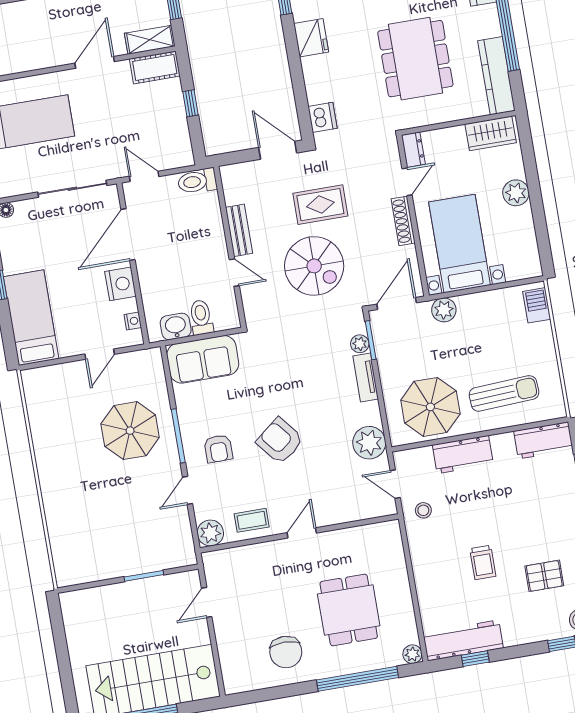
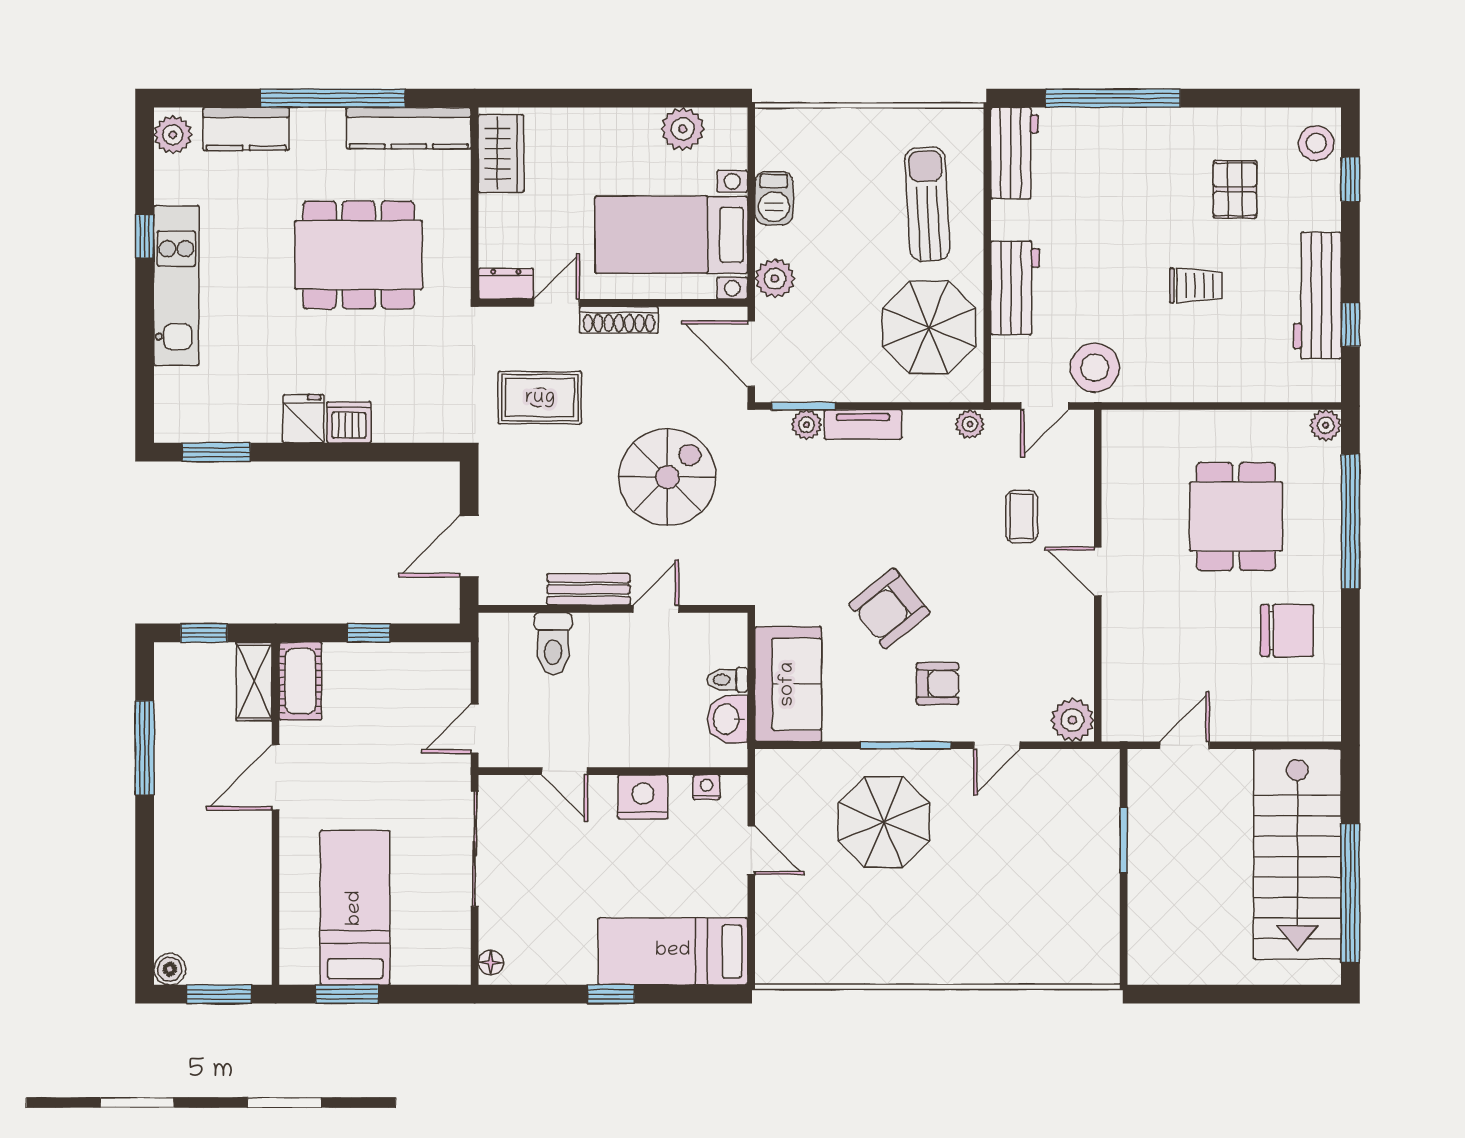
fridge: (311, 38) -> (304, 419), width x0.72
door: (95, 62) -> (276, 777), hinge flipped
dishwasher: (322, 117) -> (349, 422), moved
door: (278, 150) -> (469, 546), moved
toilet: (197, 181) -> (553, 644), moved
door: (407, 182) -> (556, 303), hinge flipped
plant: (516, 193) -> (683, 129), moved
rug: (320, 205) -> (540, 398), moved, turned 90
door: (128, 234) -> (564, 771), width x0.53
barbecue: (537, 305) -> (774, 198), moved, turned -90
toilet: (201, 317) -> (727, 680), width x0.73, depth x0.72
armchair: (280, 441) -> (889, 608), moved
plant: (369, 443) -> (970, 424), width x0.53, depth x0.53
door: (188, 490) -> (997, 745), hinge flipped
stool: (423, 510) -> (1095, 368), width x1.89, depth x1.89
coffee table: (252, 520) -> (1022, 516), moved
door: (207, 602) -> (1184, 745), swing flipped
dining table: (349, 610) -> (1236, 517), turned 90
workbench: (463, 640) -> (1317, 296), moved

